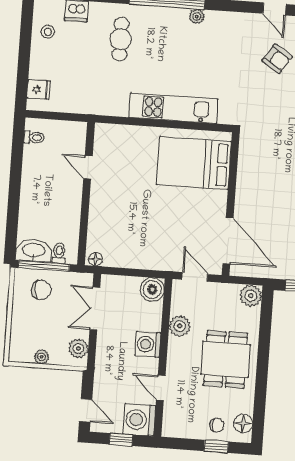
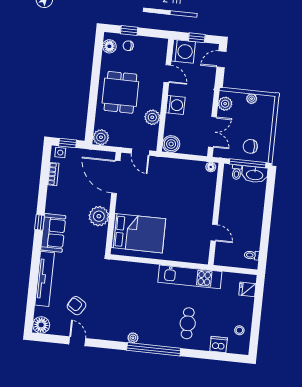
kitchen unit: (173, 108) -> (190, 277), moved
plant: (250, 185) -> (99, 216), added
door: (86, 410) -> (221, 59), hinge flipped

